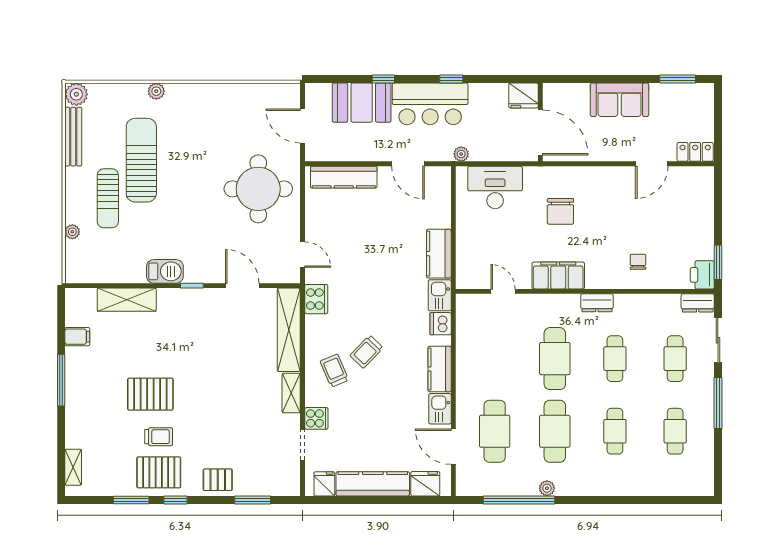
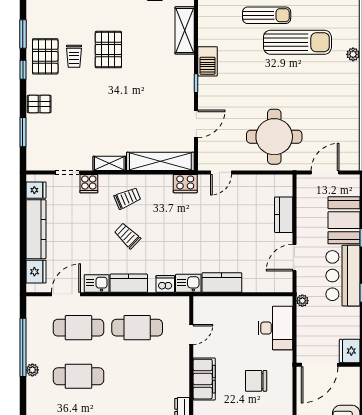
kitchen counter: (344, 177) -> (284, 215), width x0.67
sun lounger: (108, 198) -> (267, 15), turned 180
trolley: (367, 352) -> (127, 236), moved
cafe table: (555, 359) -> (137, 328), moved
pallet: (218, 480) -> (39, 104), turned 90

